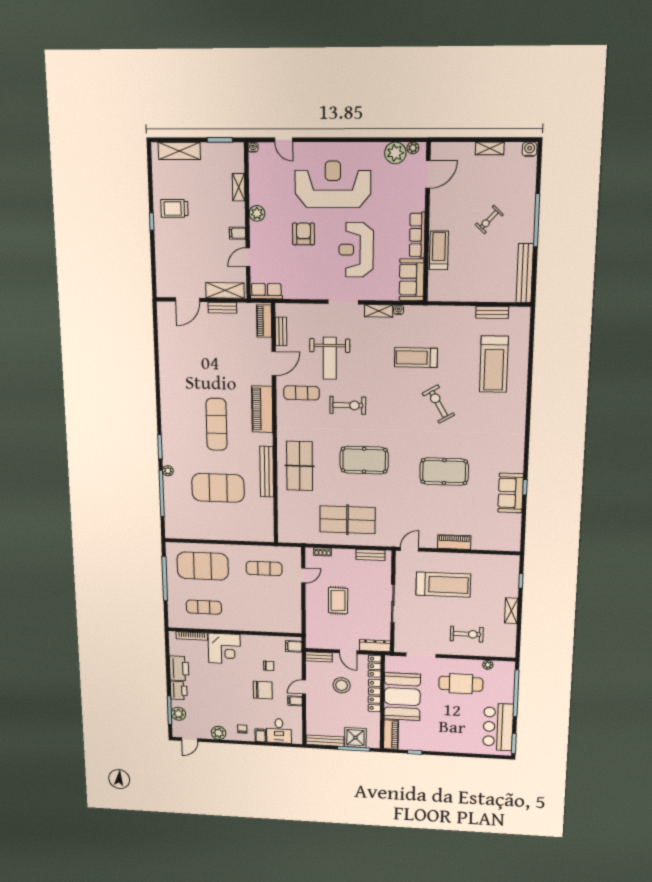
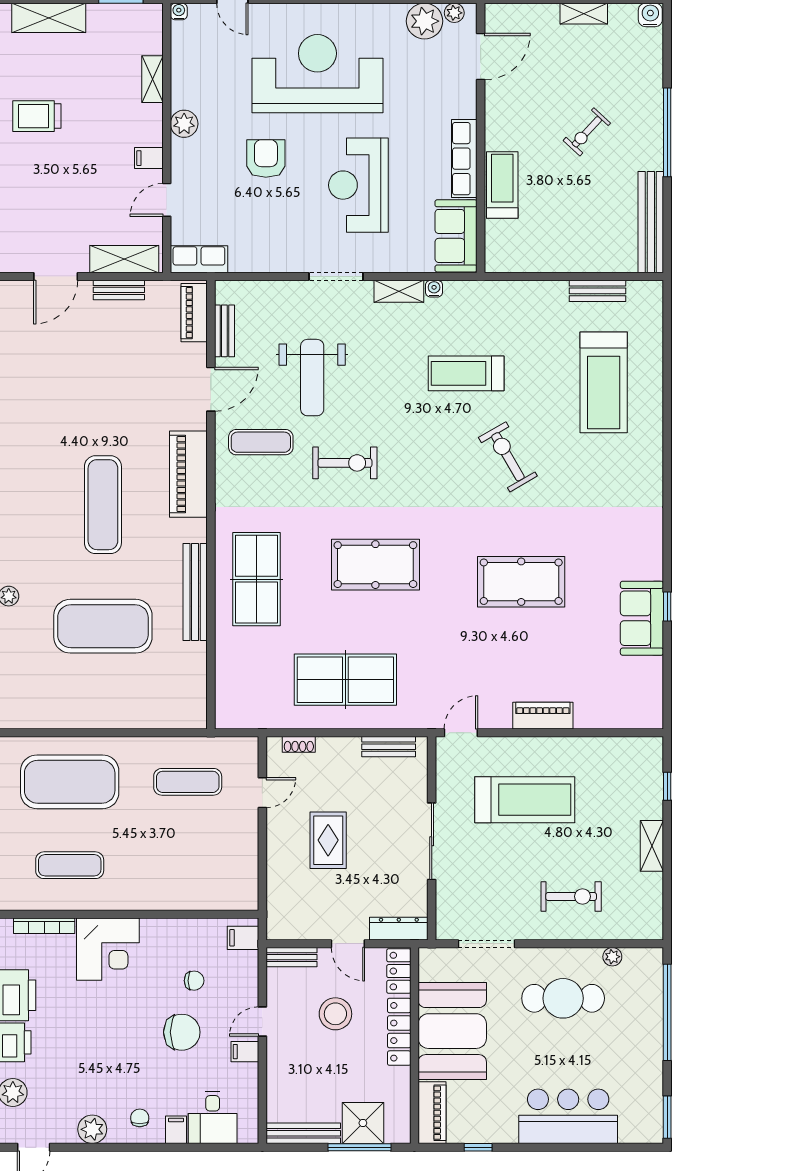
bar counter: (498, 727) -> (568, 1116), moved, turned 90

